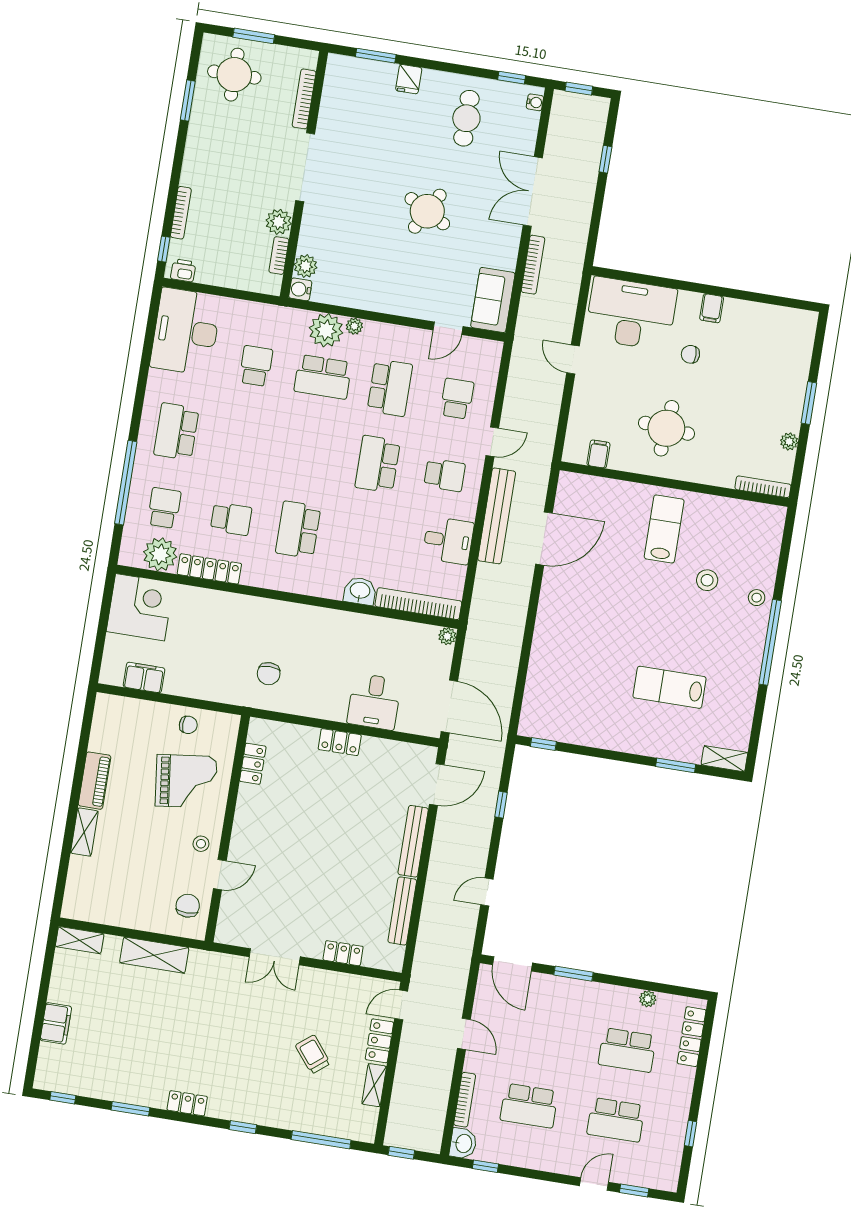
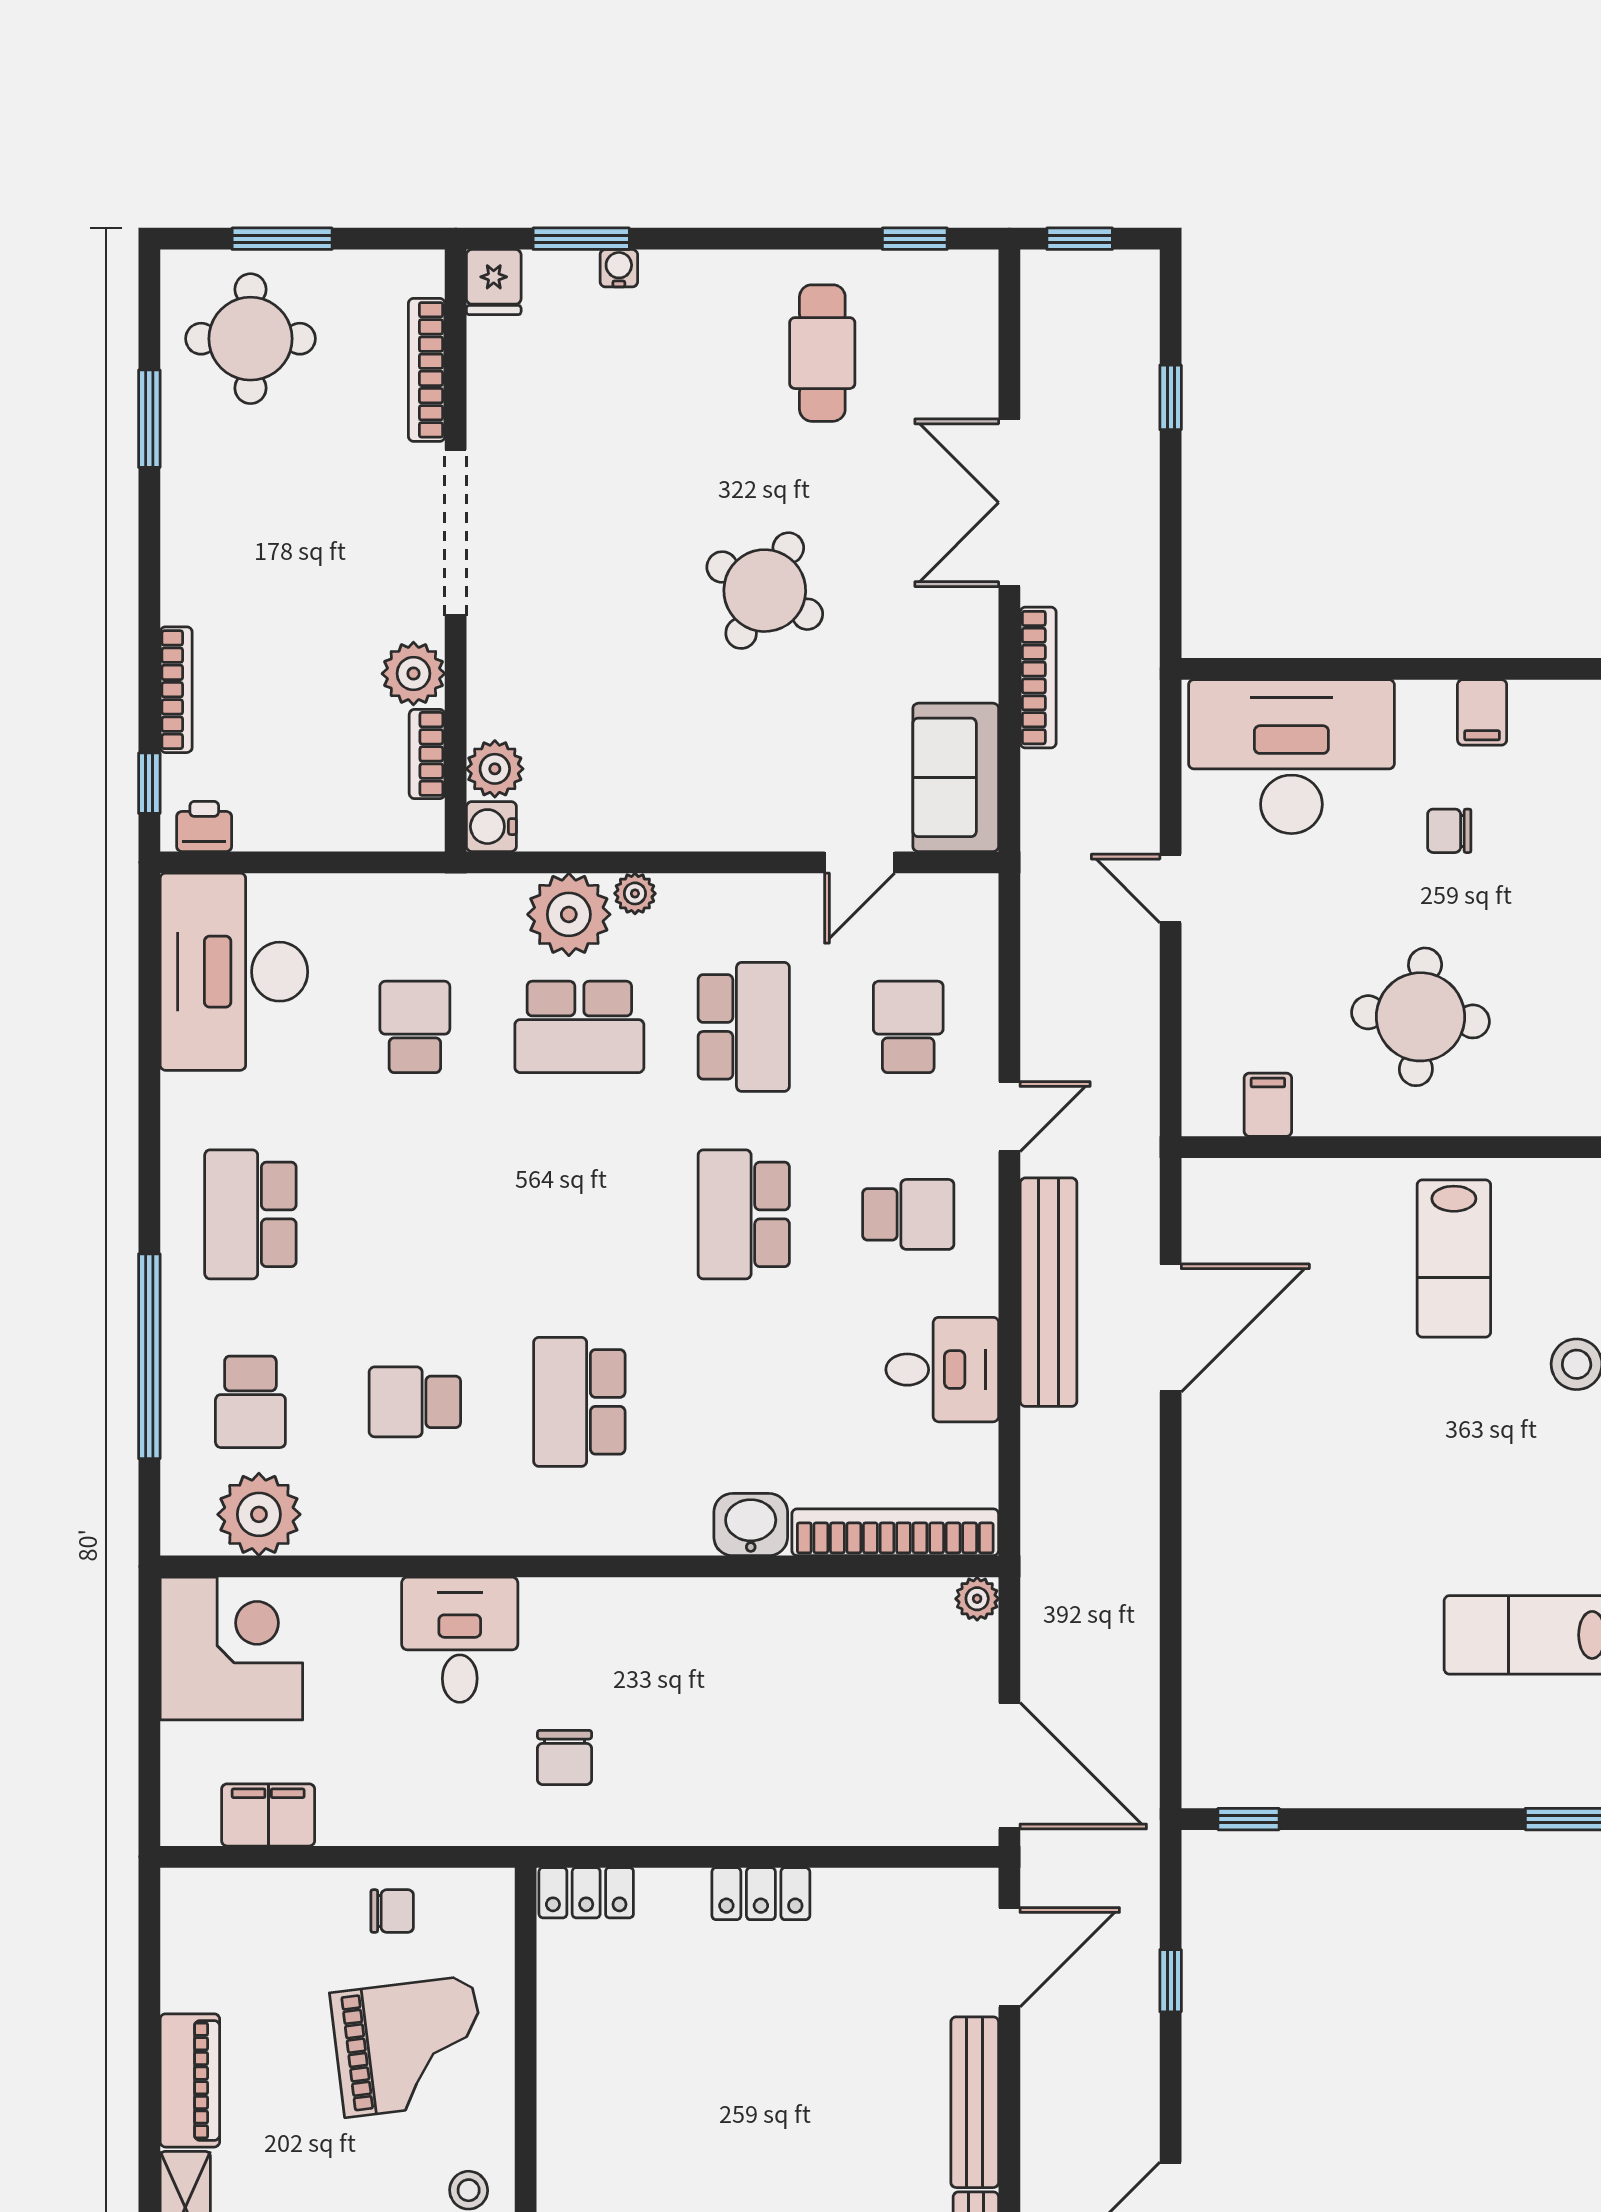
fridge: (409, 79) -> (494, 282), moved
water cooler: (535, 102) -> (619, 268), moved, turned -90
school desk: (164, 508) -> (250, 1402), turned 180
school desk: (231, 519) -> (415, 1402), turned 180
lab bench: (664, 529) -> (1454, 1258), turned 180
locker: (209, 569) -> (382, 1530), removed
desk: (374, 702) -> (460, 1640), moved, turned 180
locker: (253, 764) -> (586, 1893), moved, turned 90

